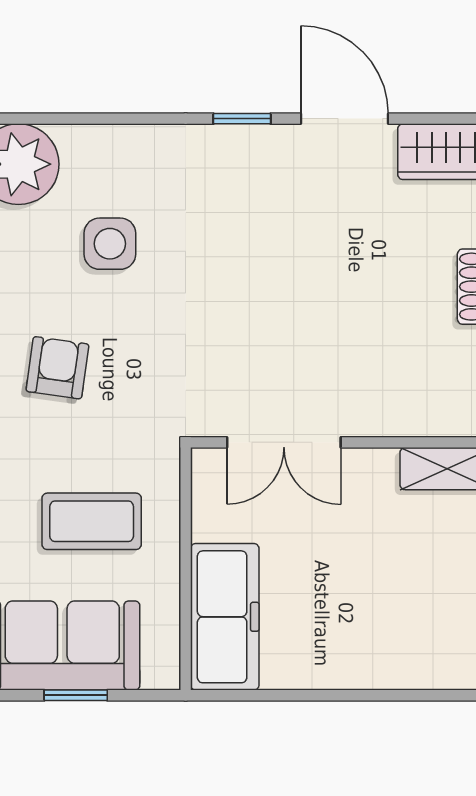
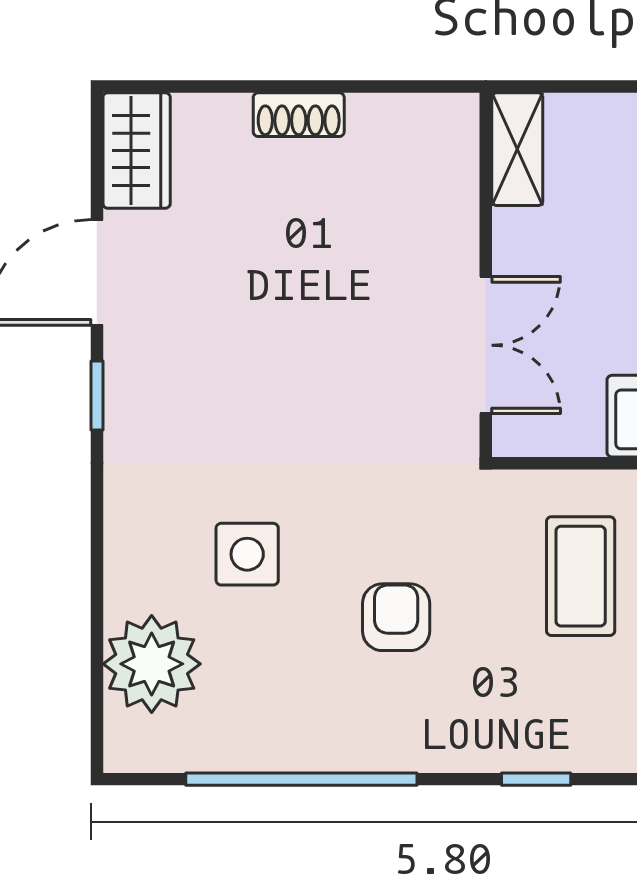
armchair: (57, 368) -> (396, 617), turned 82

